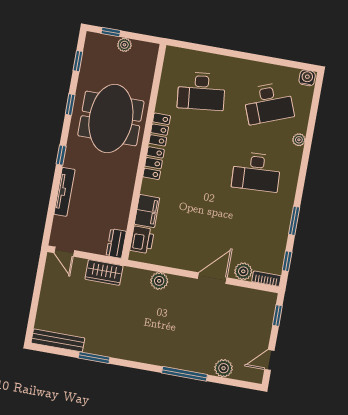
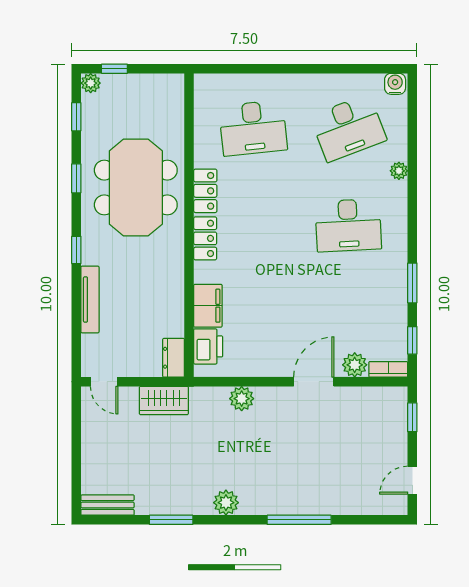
plant: (124, 45) -> (91, 83), moved
bench: (58, 340) -> (108, 505), width x0.73
plant: (224, 368) -> (226, 503), moved

